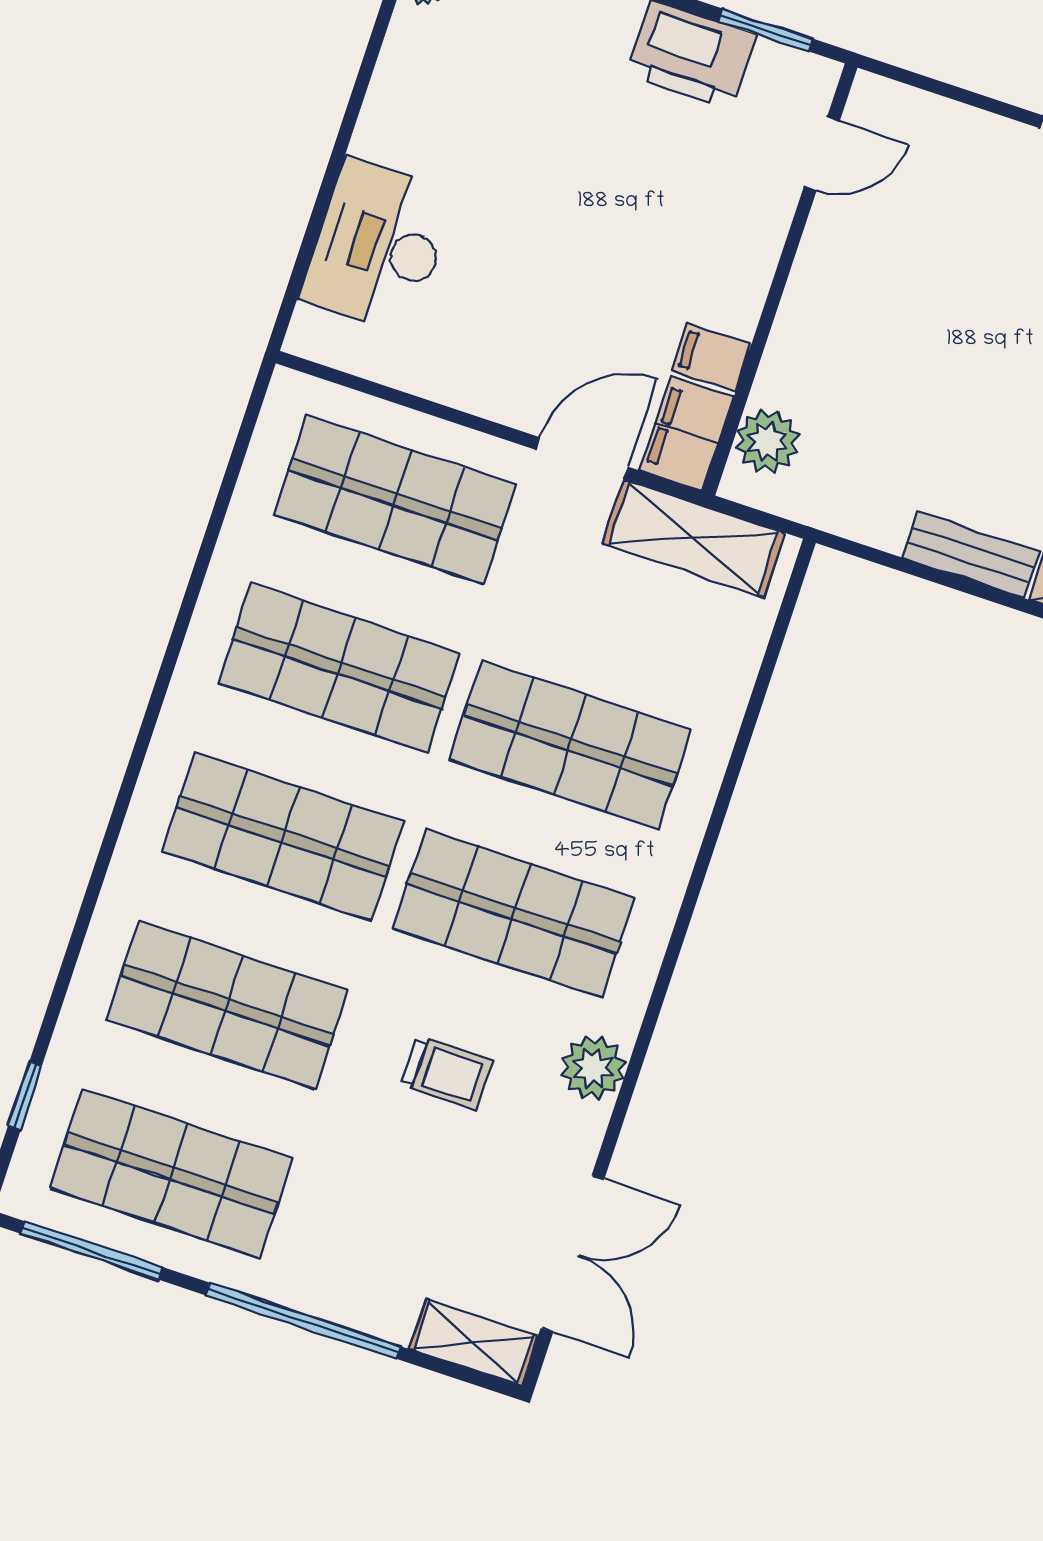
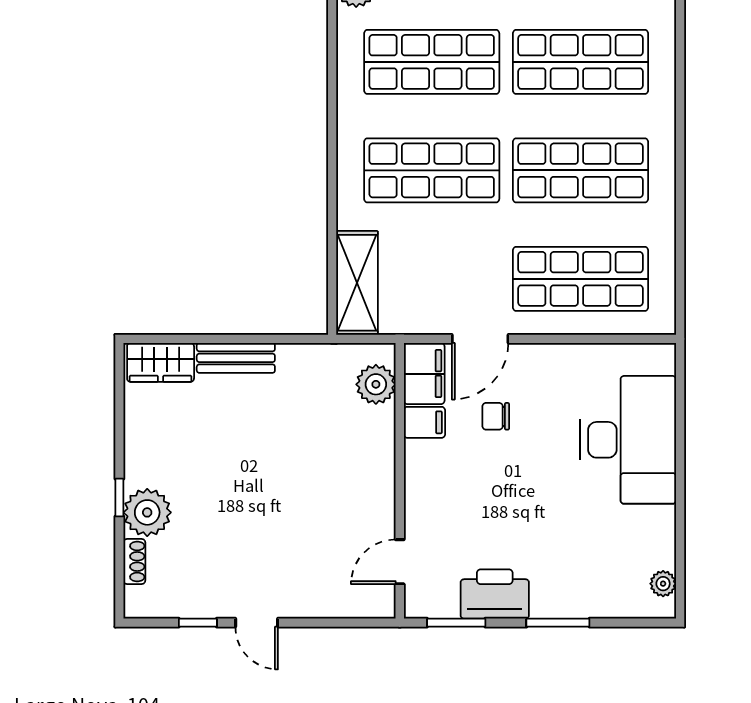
desk: (378, 246) -> (628, 440), width x1.36, depth x1.30
chair: (598, 330) -> (496, 416), added
shelving: (694, 538) -> (357, 283), moved, turned 90

